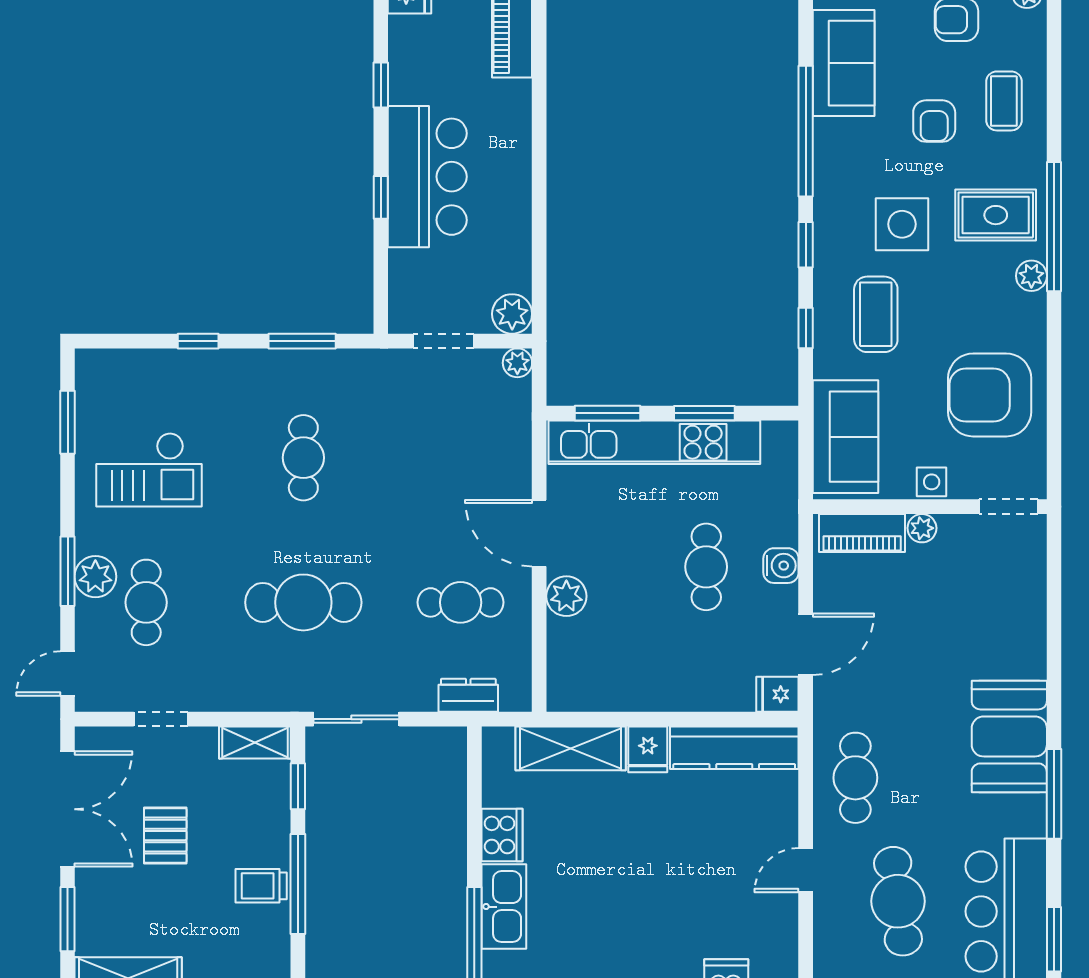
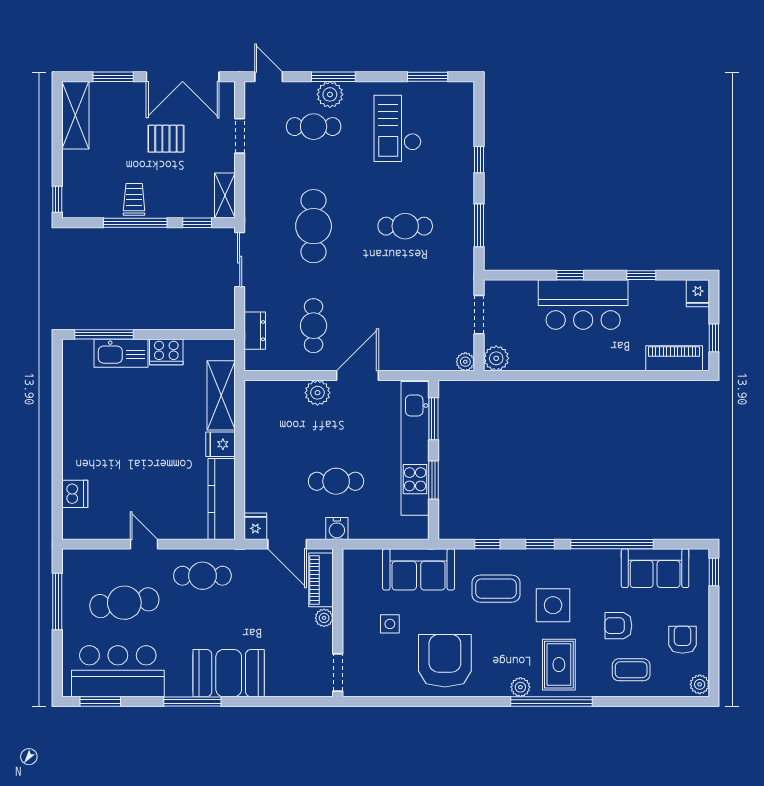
wall: (930, 507) -> (338, 623), moved
doorway: (1008, 507) -> (338, 672), moved
plant: (922, 528) -> (324, 618), moved
piano: (862, 533) -> (321, 580), moved

